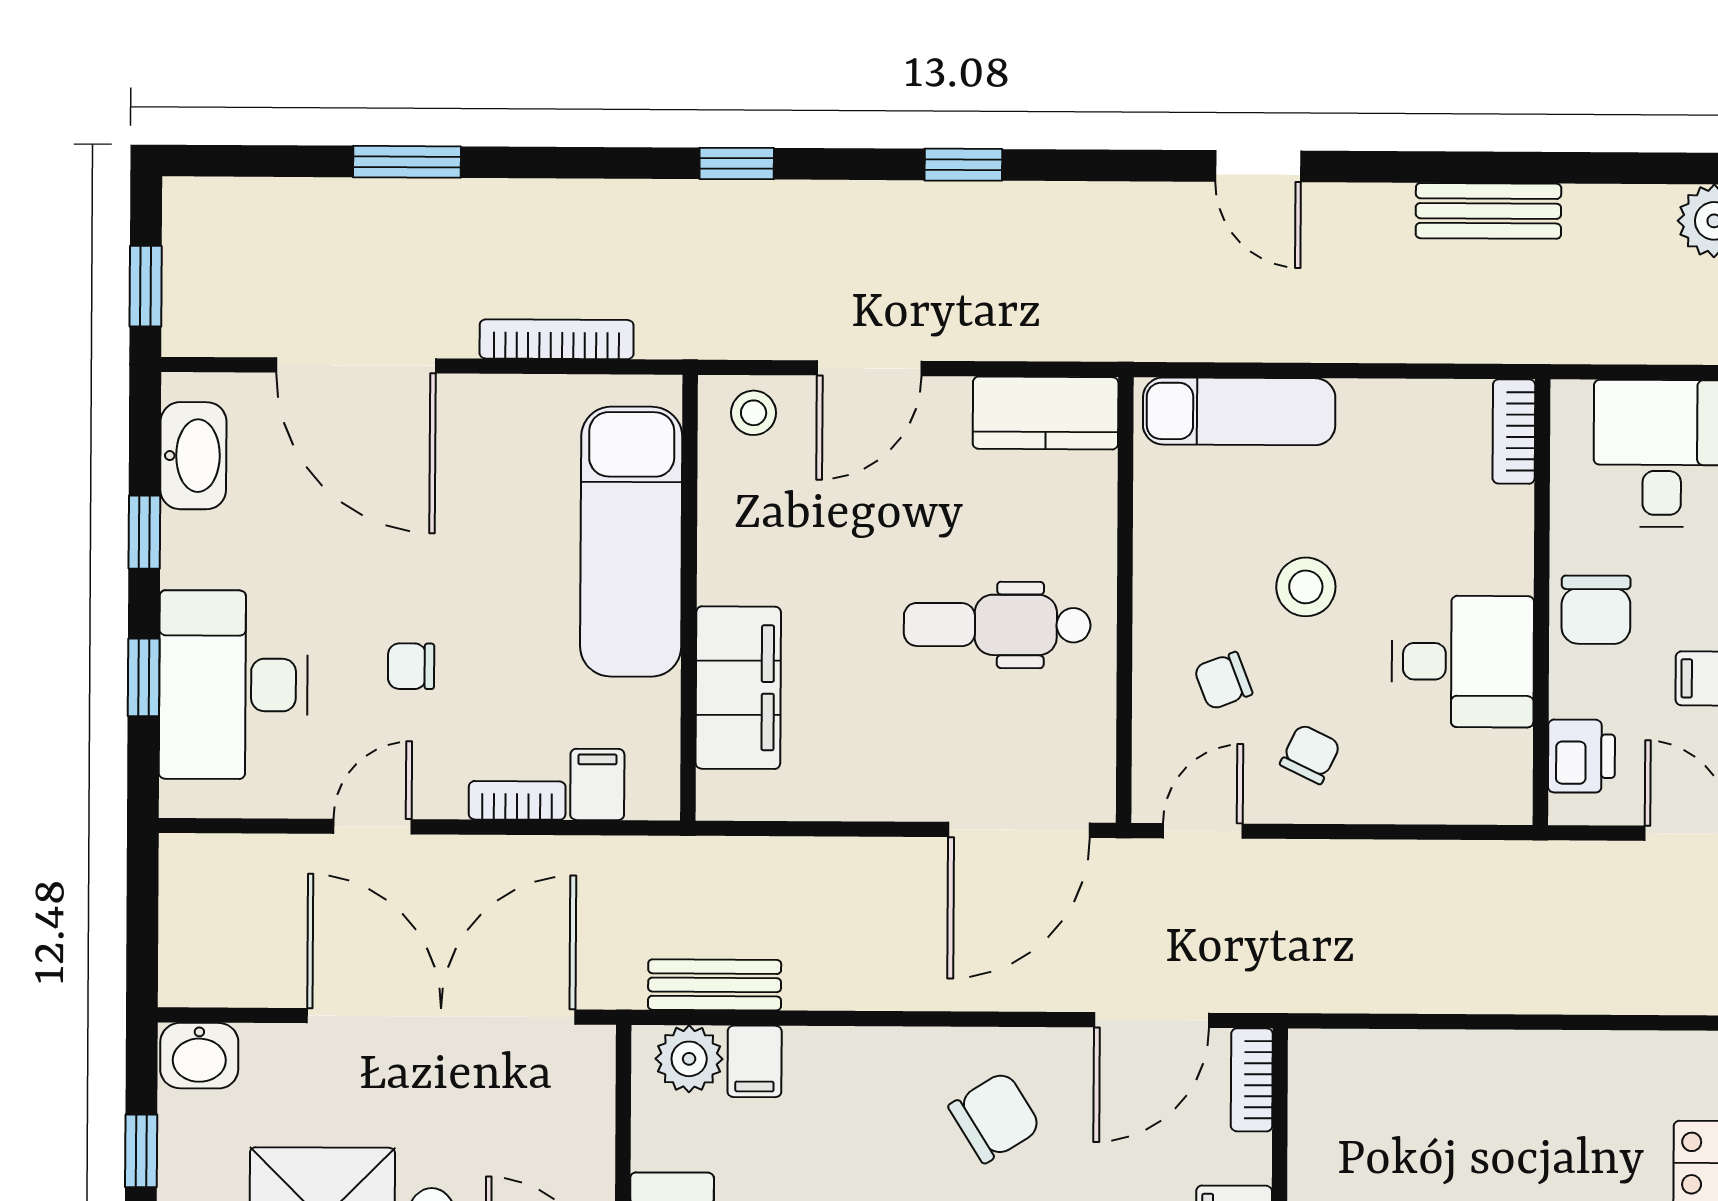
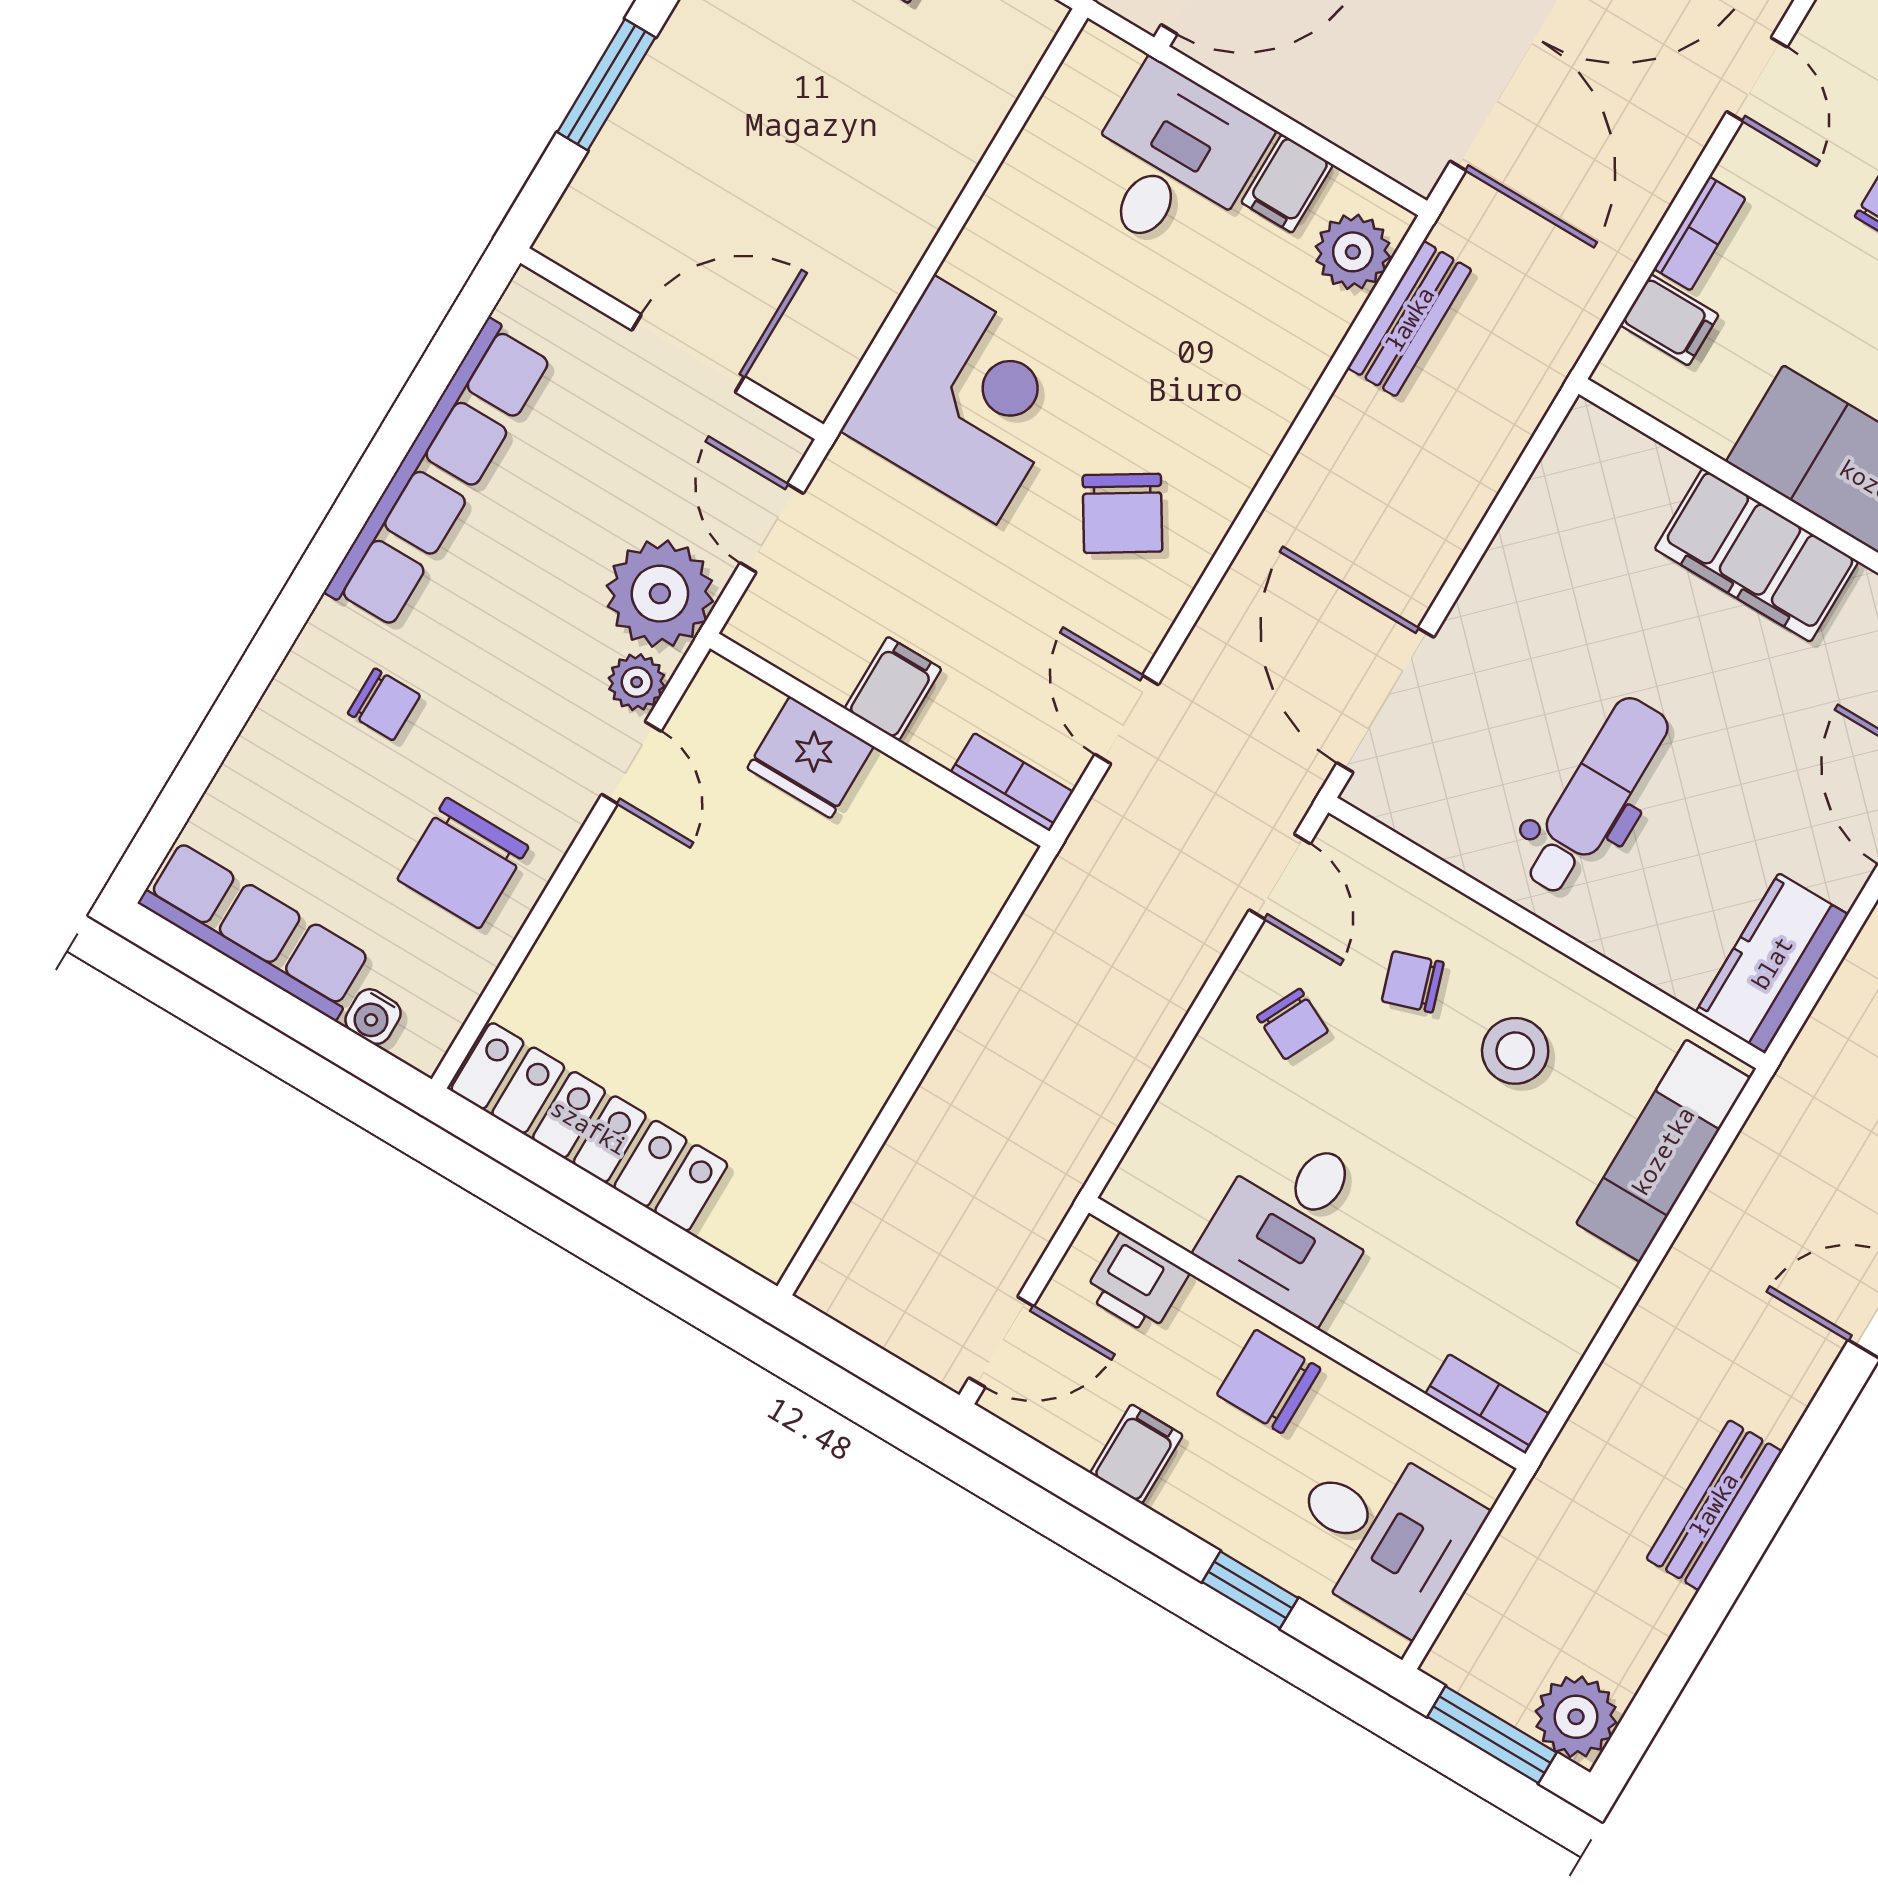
stool: (1306, 587) -> (1515, 1051), moved
chair: (1223, 681) -> (1413, 982), turned -87
filing cabinet: (738, 688) -> (1757, 555), moved
door: (1151, 1020) -> (1127, 720), width x0.73
filing cabinet: (755, 1061) -> (1287, 184), moved, turned -90

